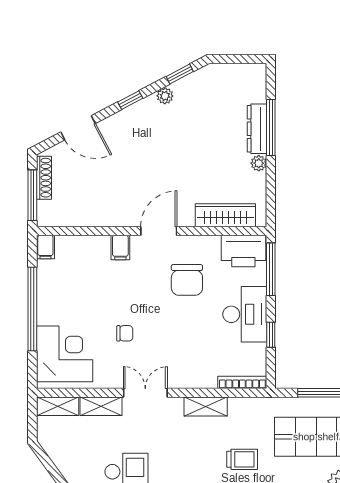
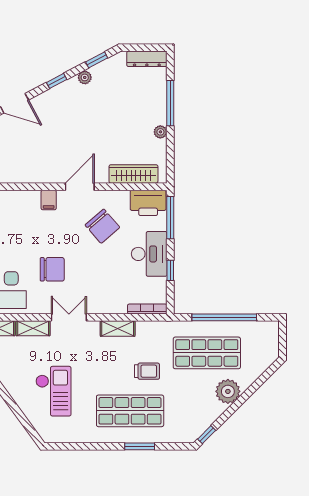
dresser: (257, 129) -> (147, 59), moved, turned -90
chair: (187, 280) -> (102, 226), turned -41
chair: (125, 333) -> (52, 269), width x1.87, depth x1.87

